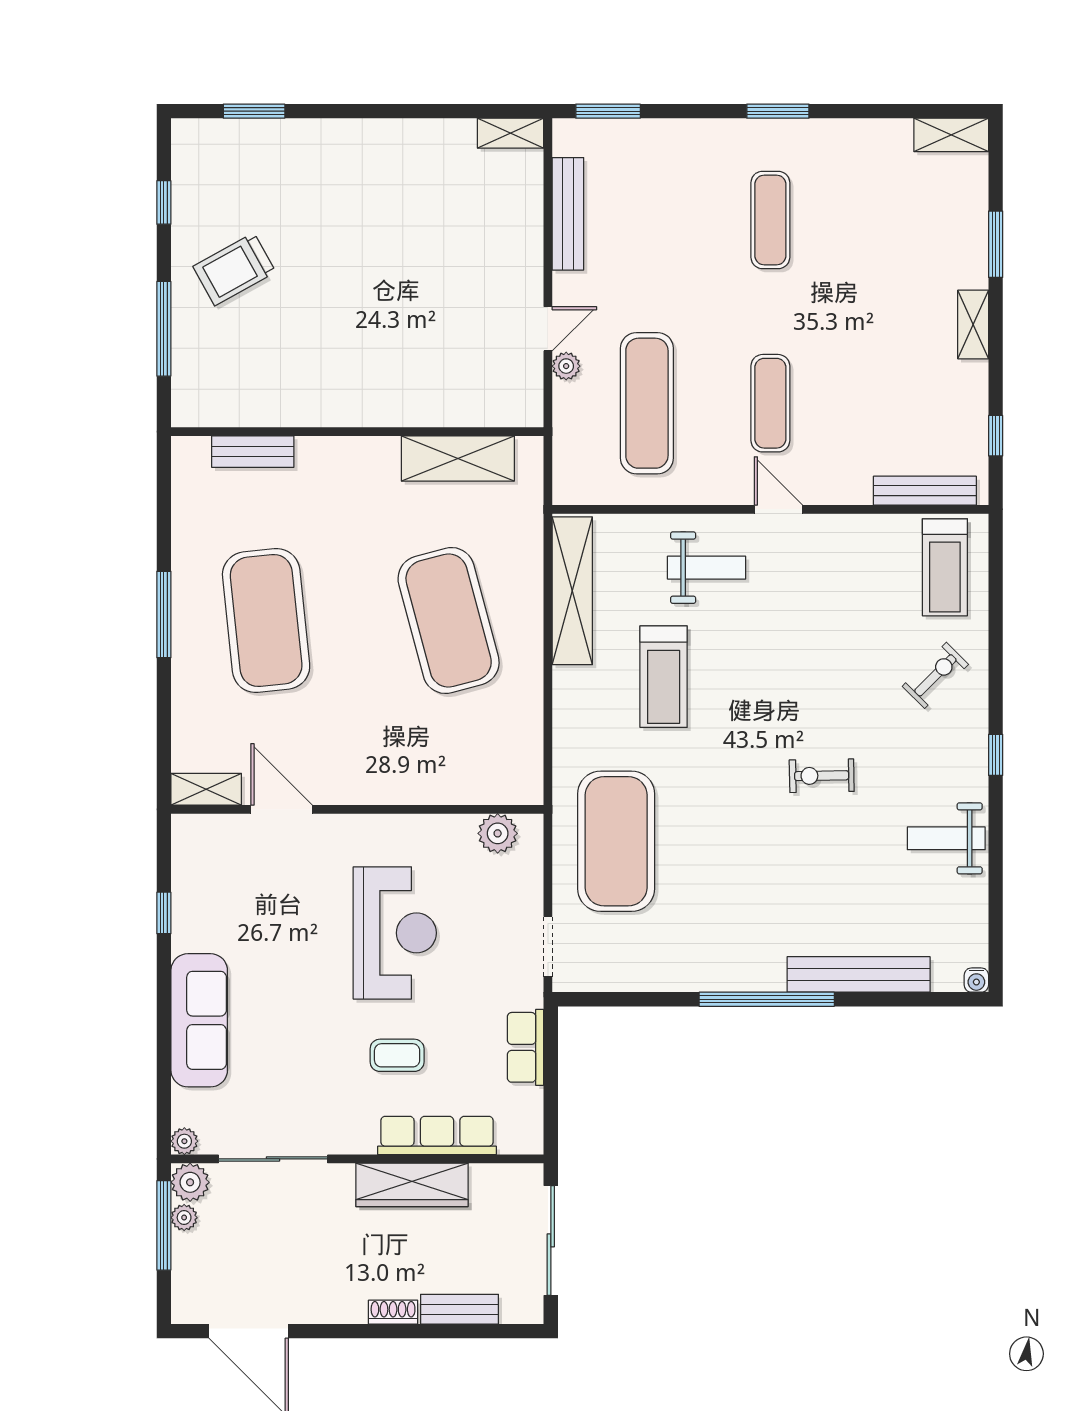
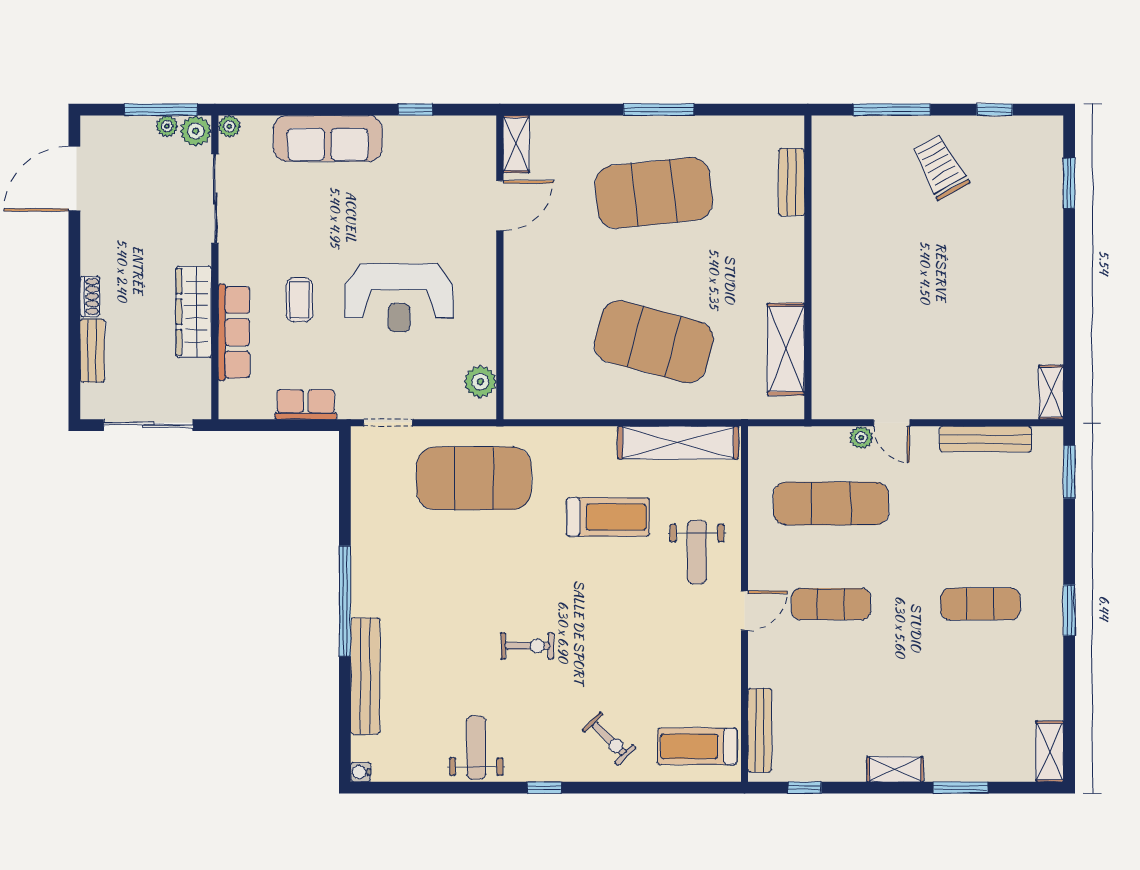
exercise mat: (449, 620) -> (654, 342), turned 30
treadmill: (664, 677) -> (608, 517), turned 180
exercise bike: (822, 776) -> (527, 646), turned 91

